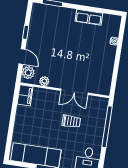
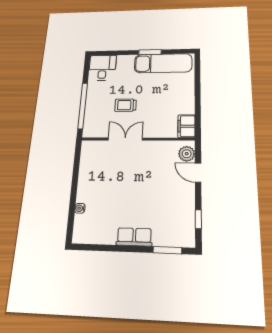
row of seats: (89, 17) -> (134, 237), moved
window: (26, 32) -> (198, 219), moved
plant: (44, 81) -> (165, 146), removed

